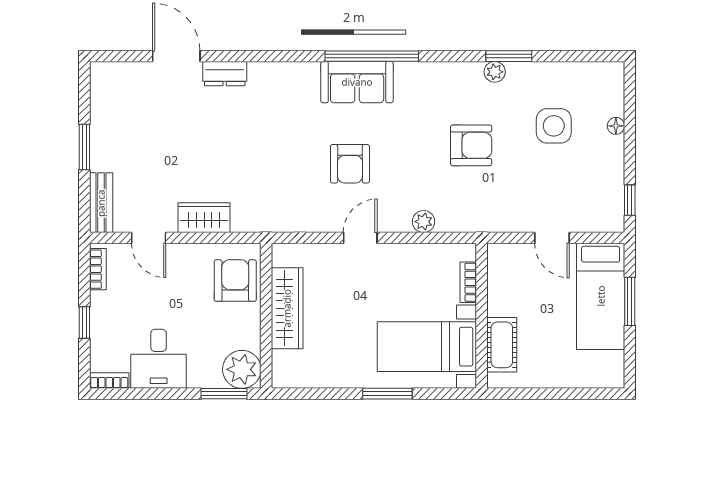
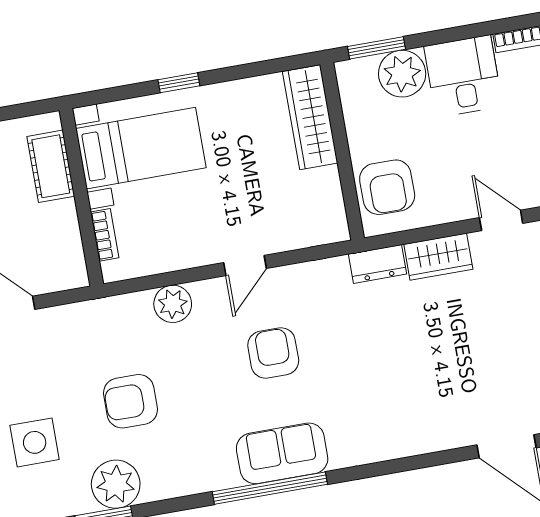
plant: (495, 72) -> (116, 484), width x1.87, depth x1.87
dresser: (225, 74) -> (377, 264), moved, turned 180
plant: (424, 222) -> (173, 304), width x1.38, depth x1.38
wardrobe: (287, 308) -> (310, 117), moved
plant: (242, 369) -> (402, 74), moved
window: (387, 394) -> (179, 83), width x0.67

